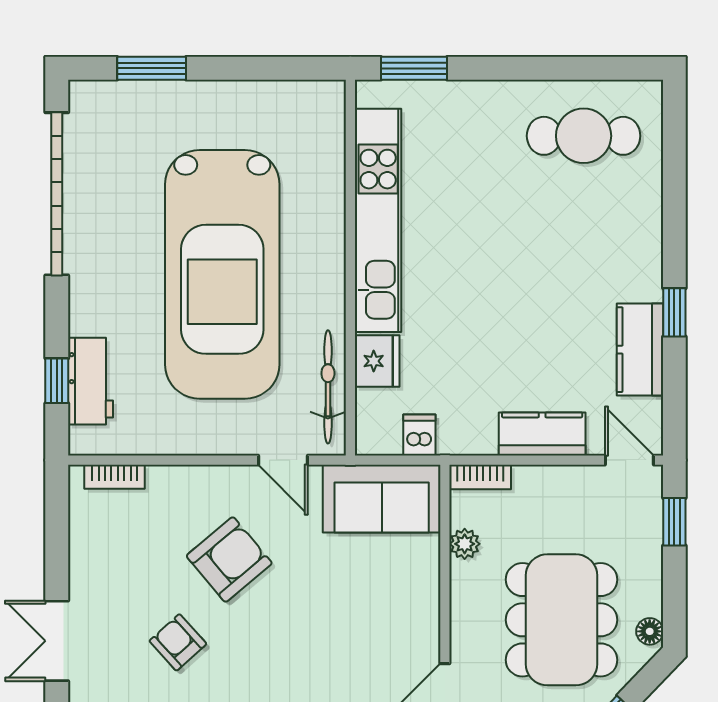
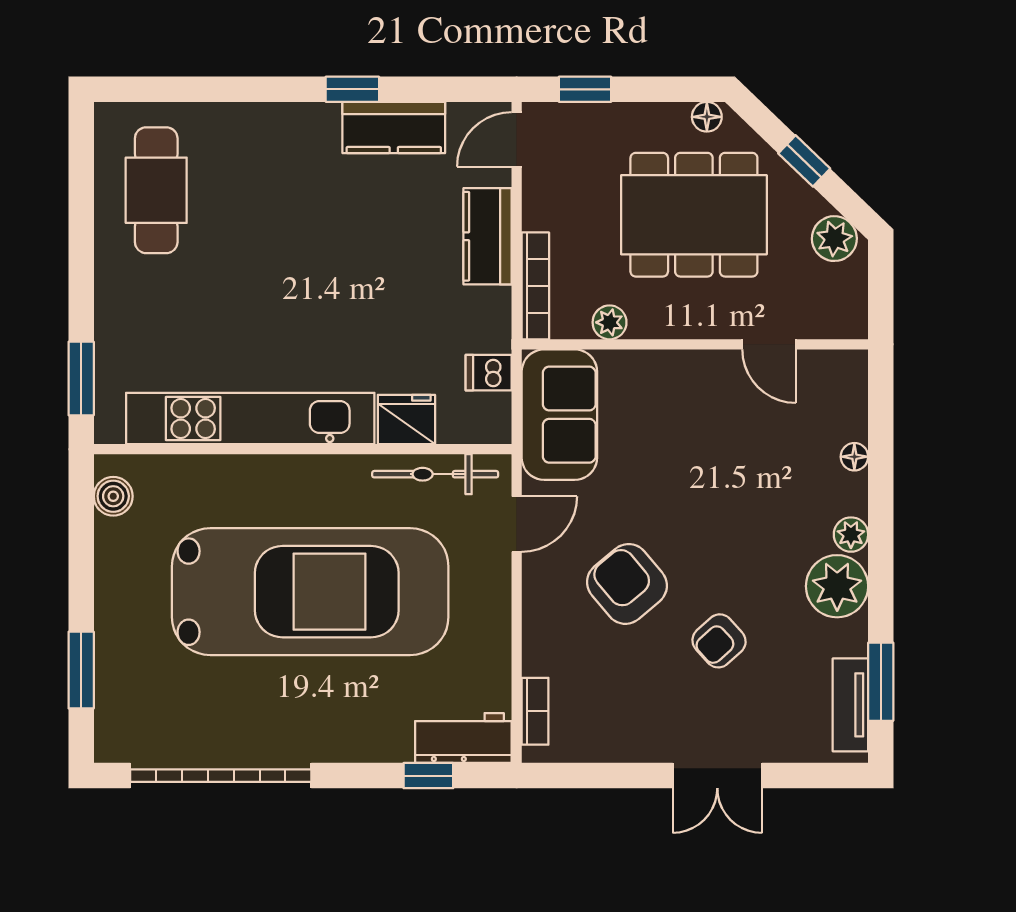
boiler: (308, 97) -> (113, 496), added
workbench: (90, 381) -> (463, 738), moved
bookcase: (480, 477) -> (535, 286), width x1.56

